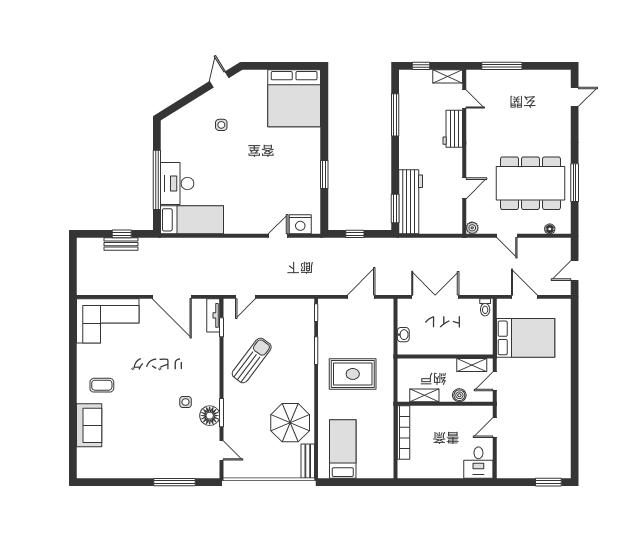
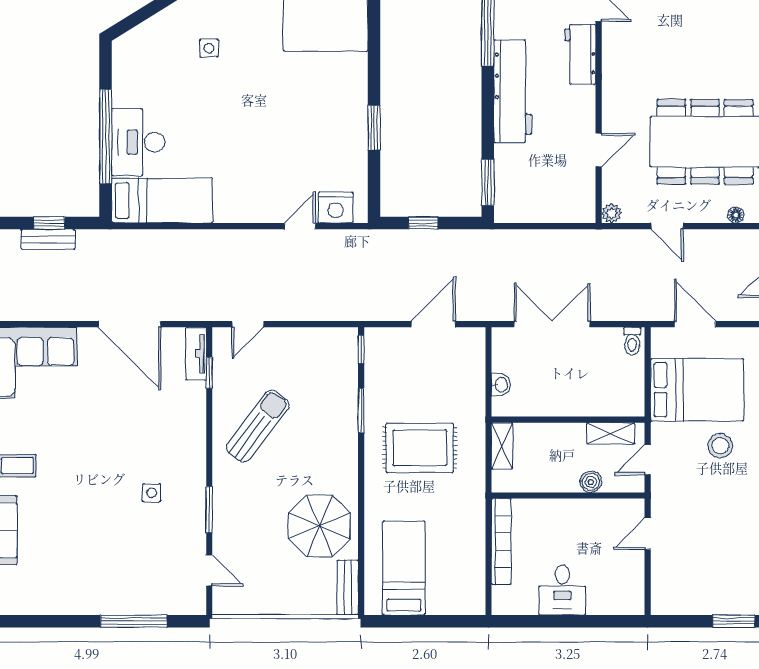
workbench: (411, 202) -> (513, 91), moved
stool: (540, 373) -> (720, 446), added
shelving: (424, 395) -> (502, 446), moved, turned 90
floor lamp: (210, 416) -> (190, 515), removed
desk: (478, 463) -> (562, 590), moved

